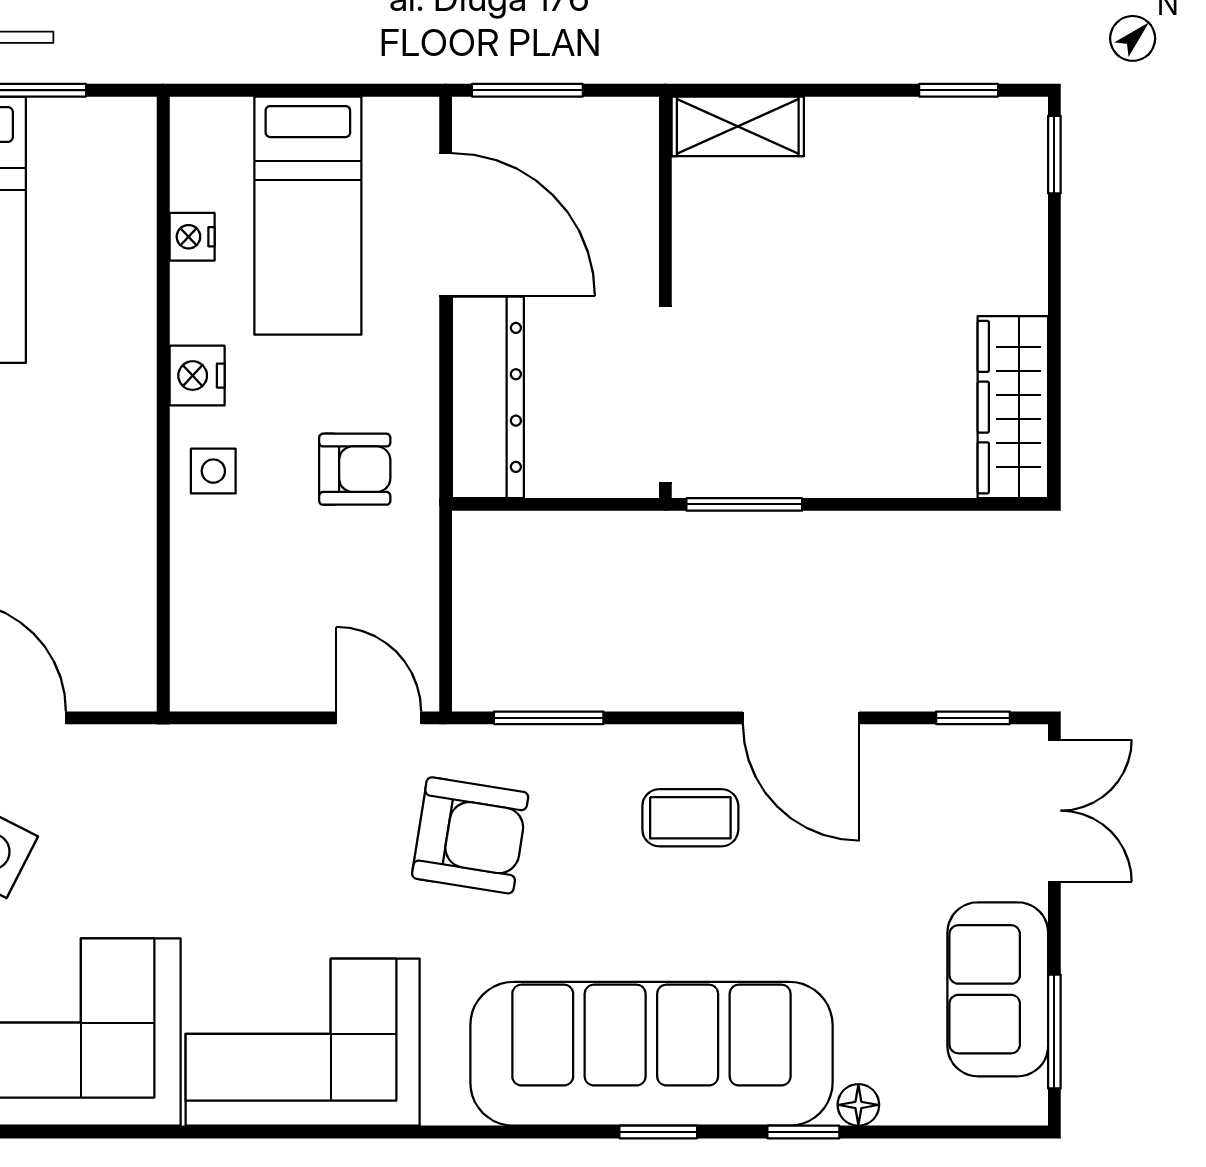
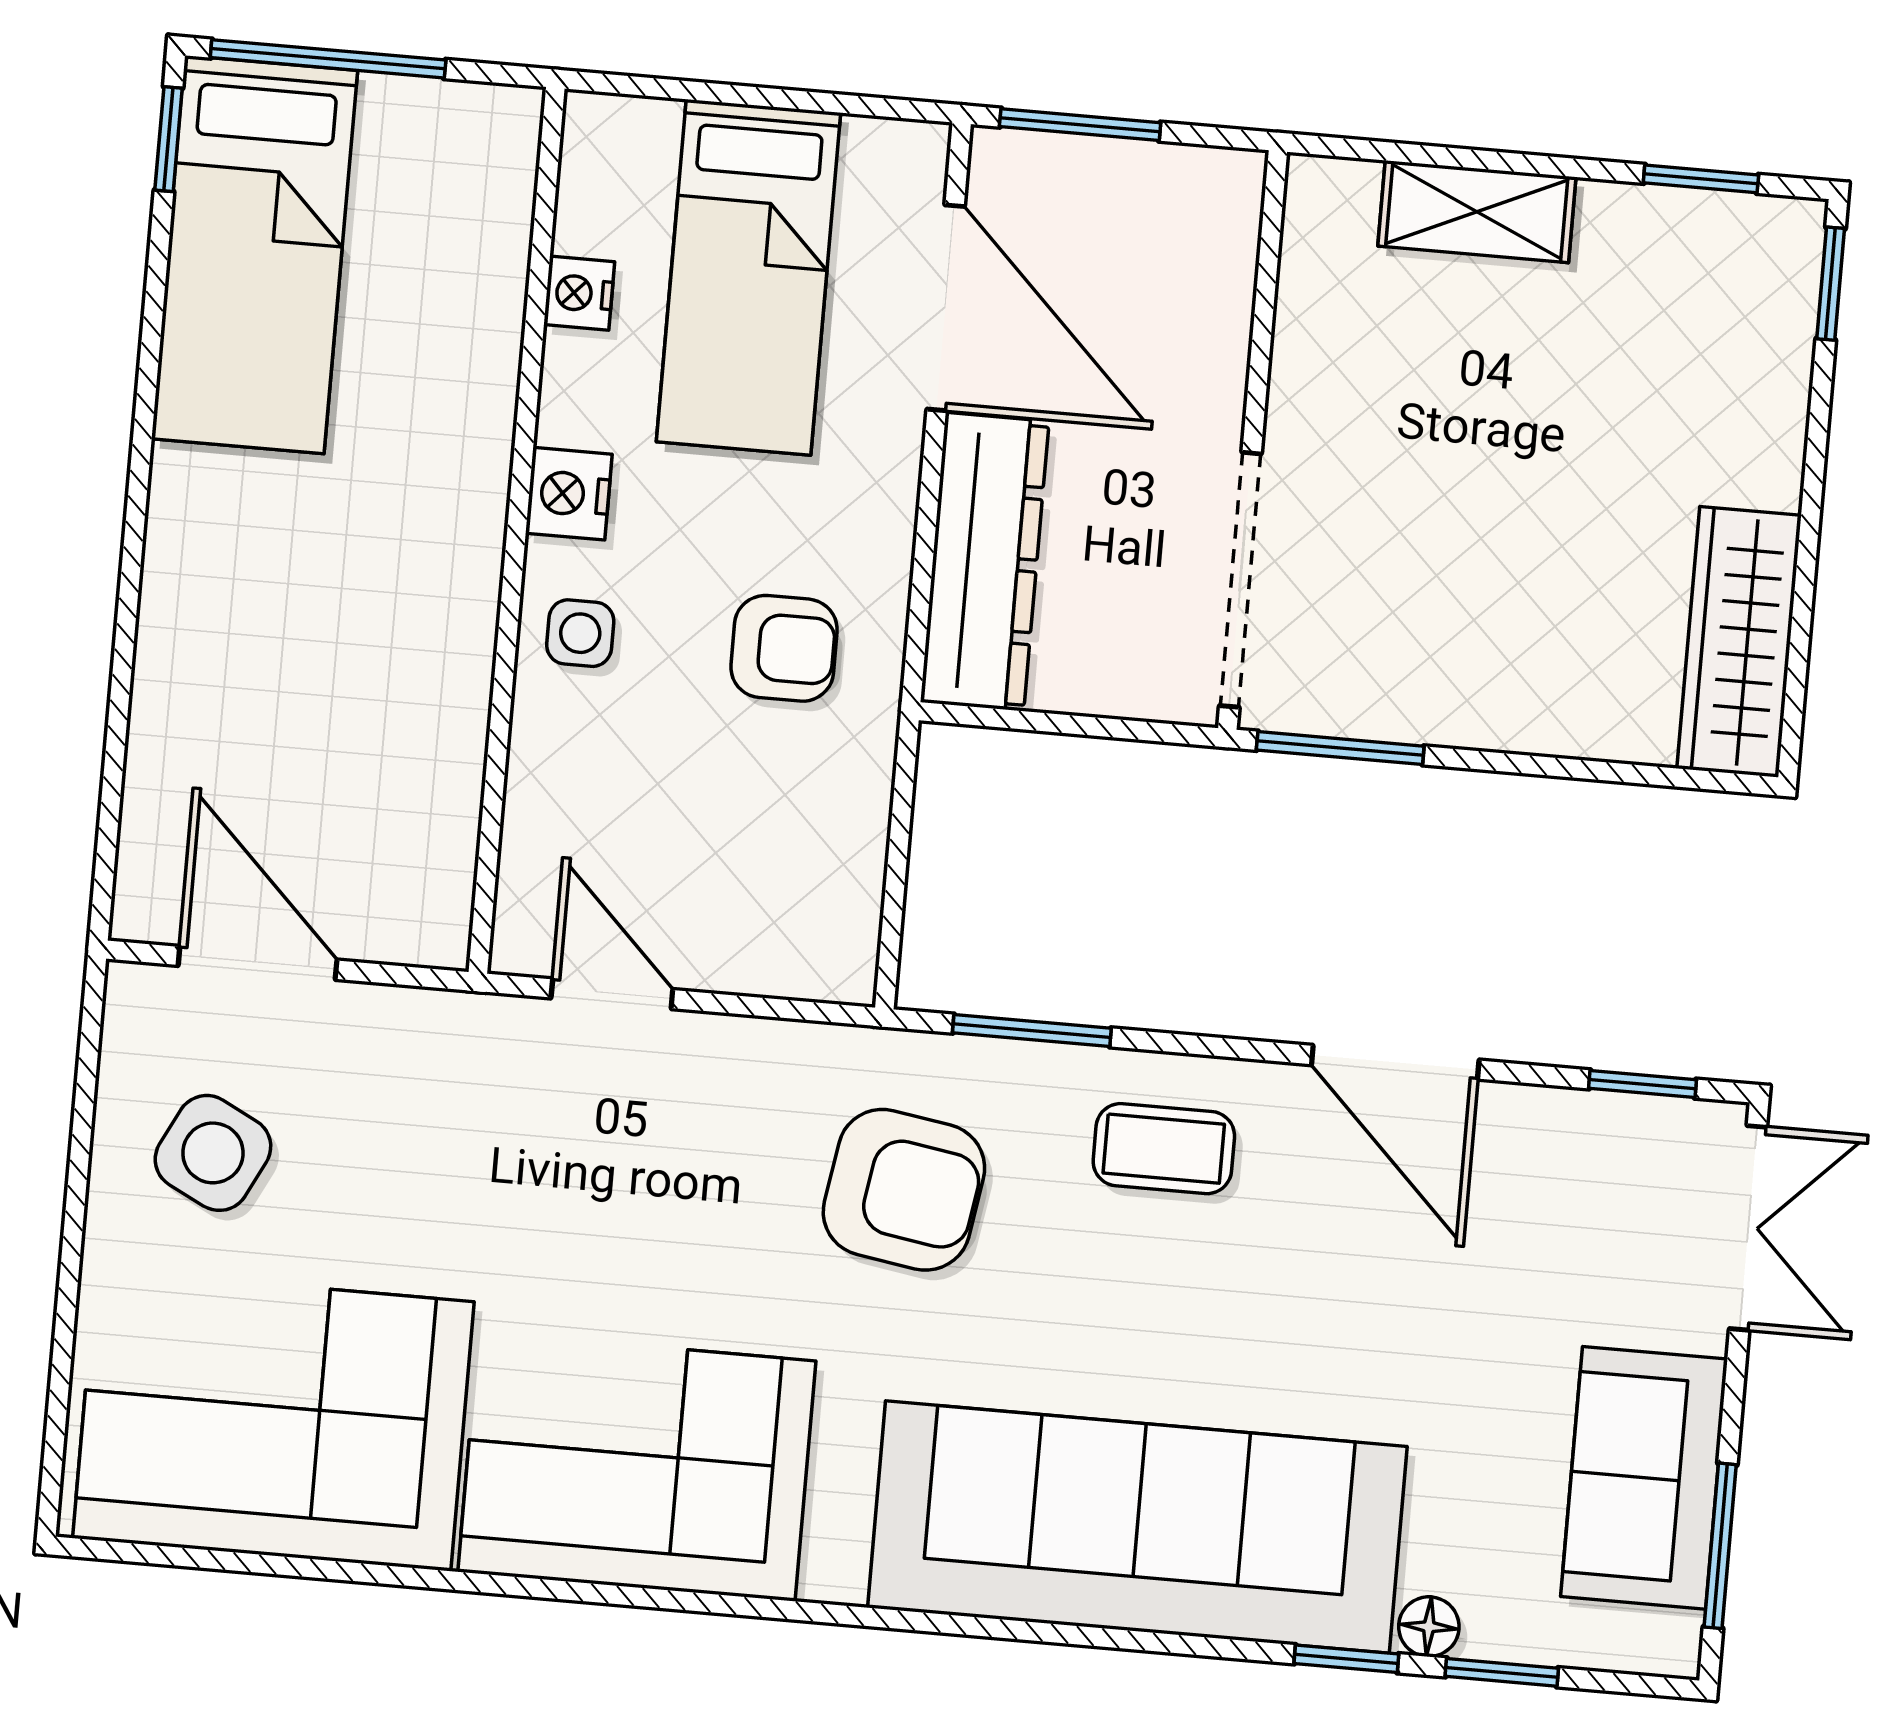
shelving: (738, 126) -> (1477, 212), moved
door: (379, 718) -> (612, 994), moved
coffee table: (690, 818) -> (1164, 1149), moved
window: (658, 1132) -> (1502, 1672), moved

